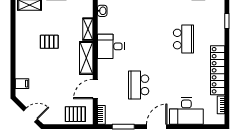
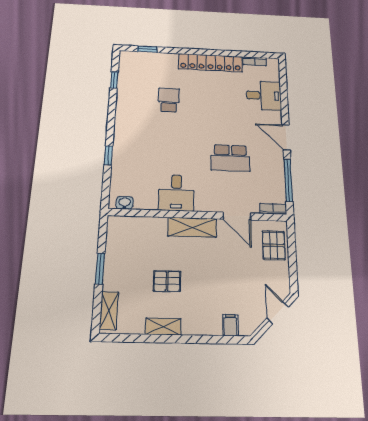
shelving: (88, 29) -> (163, 327), moved
school desk: (183, 39) -> (169, 100), width x0.54
pallet: (49, 42) -> (167, 281), turned 90
desk: (186, 111) -> (264, 96), width x0.73
window: (123, 127) -> (288, 180), width x1.44

